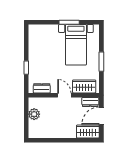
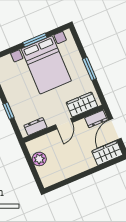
bed with nightstands: (76, 45) -> (46, 65), width x1.36
door: (64, 95) -> (64, 124), swing flipped

